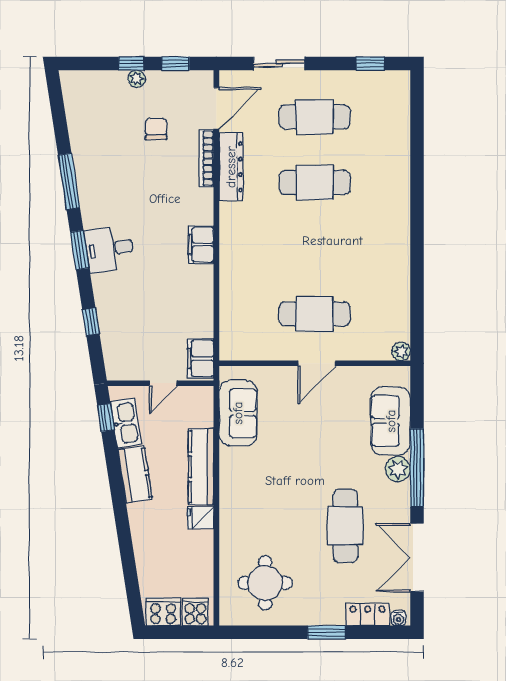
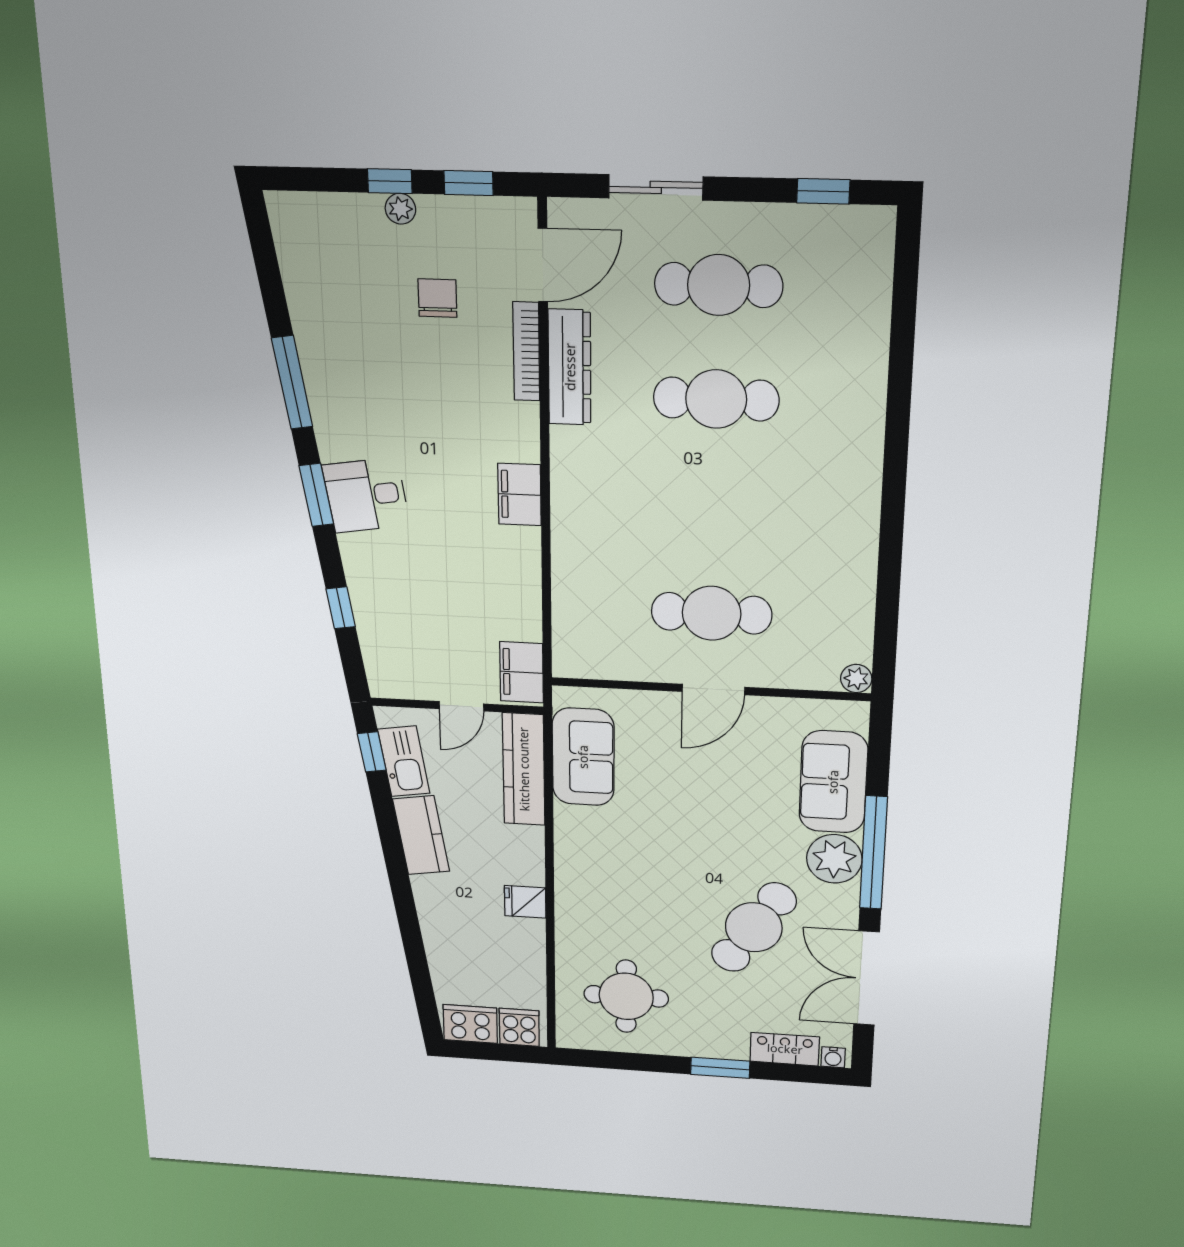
kitchen counter: (201, 467) -> (524, 769), moved
plant: (398, 469) -> (834, 859), width x1.36, depth x1.36
cafe table: (345, 526) -> (754, 927), turned 33

